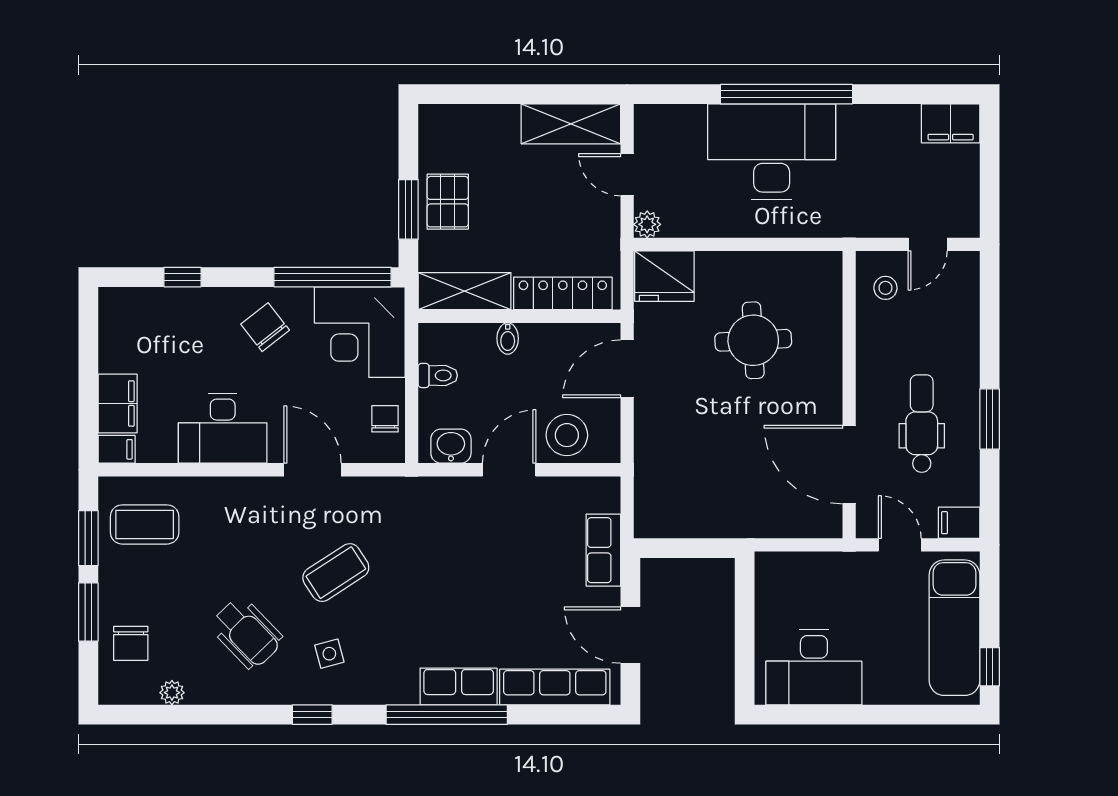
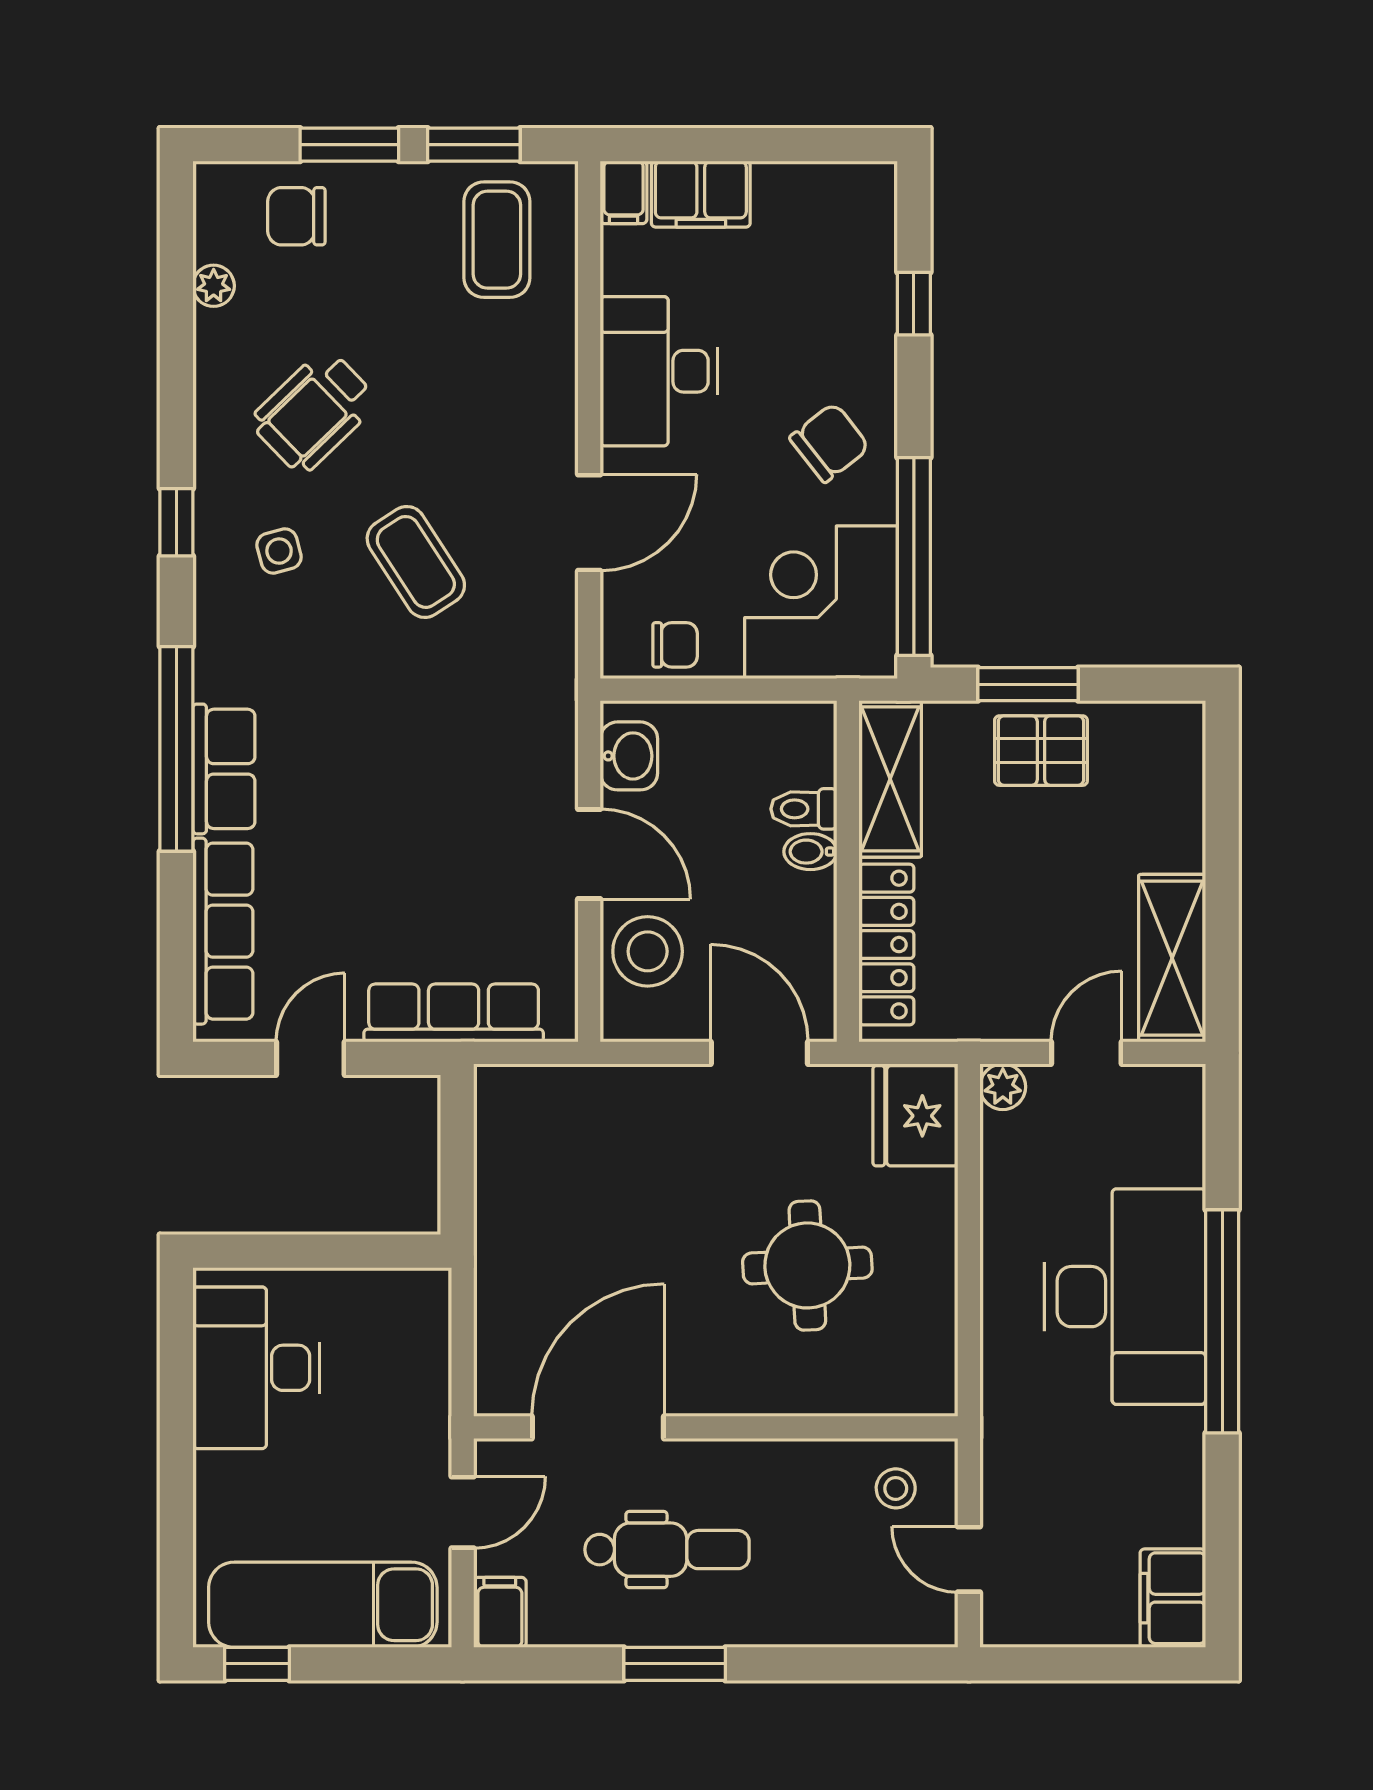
toilet: (438, 375) -> (804, 809), moved, turned 90
row of seats: (603, 550) -> (454, 1013), width x1.48
door: (630, 635) -> (310, 1058), width x0.73

